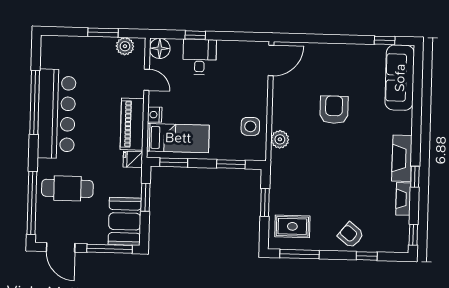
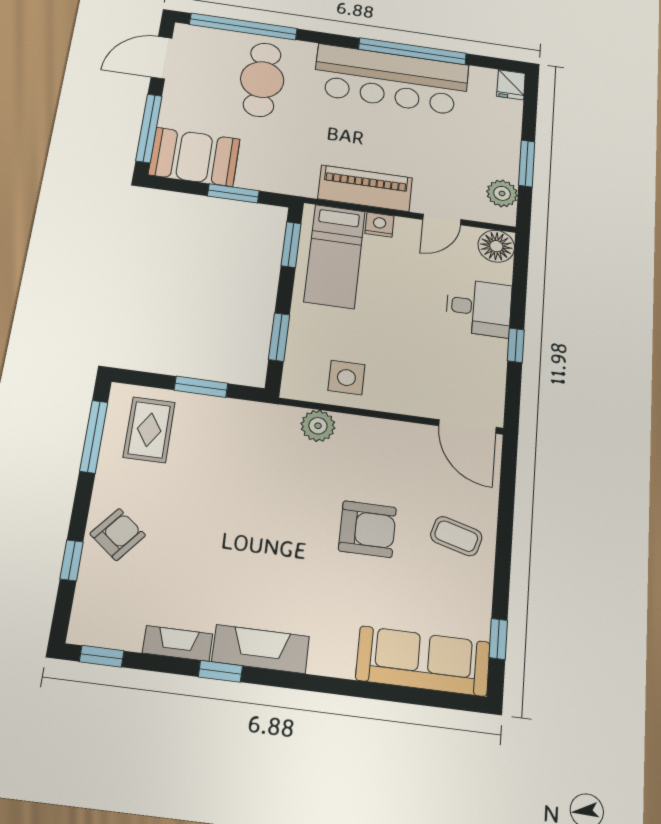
window: (195, 35) -> (516, 345), moved
coffee table: (333, 64) -> (456, 536), added
fridge: (133, 159) -> (511, 85), moved, turned 180

